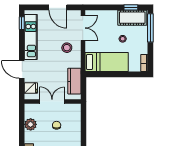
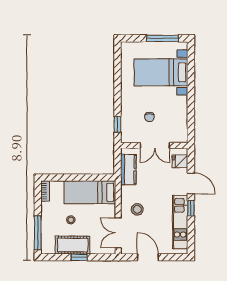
window: (131, 7) -> (79, 257), moved
cot: (132, 18) -> (73, 245), moved
window: (22, 23) -> (191, 208), moved
window: (83, 119) -> (118, 124), added
plant: (31, 124) -> (180, 118), removed

